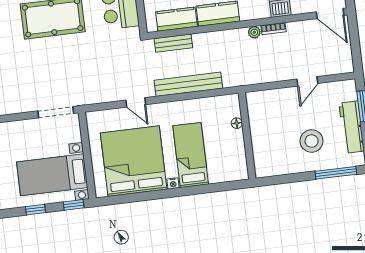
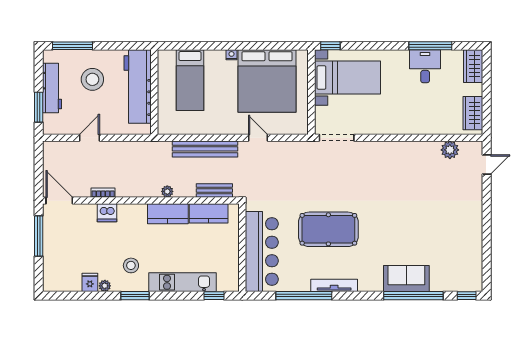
bookcase: (273, 29) -> (103, 193), moved
plant: (254, 32) -> (167, 191), moved
floor lamp: (237, 123) -> (163, 106), removed
workbench: (265, 139) -> (138, 86), added
bed: (191, 155) -> (190, 80), moved
window: (36, 210) -> (368, 46), removed

